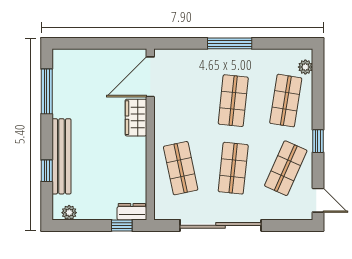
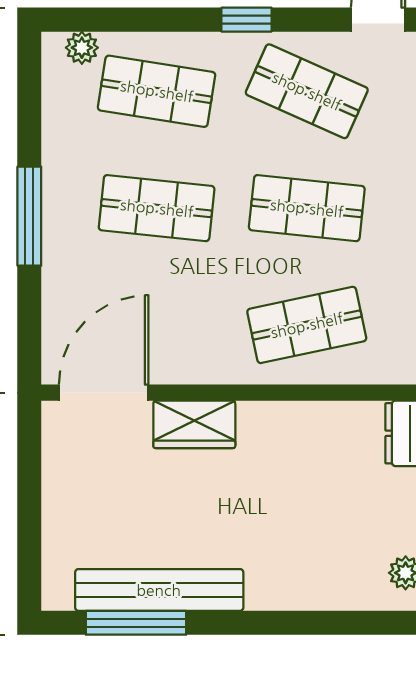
door: (150, 77) -> (104, 393), swing flipped
bench: (61, 156) -> (159, 590), moved
window: (47, 171) -> (312, 623), removed

